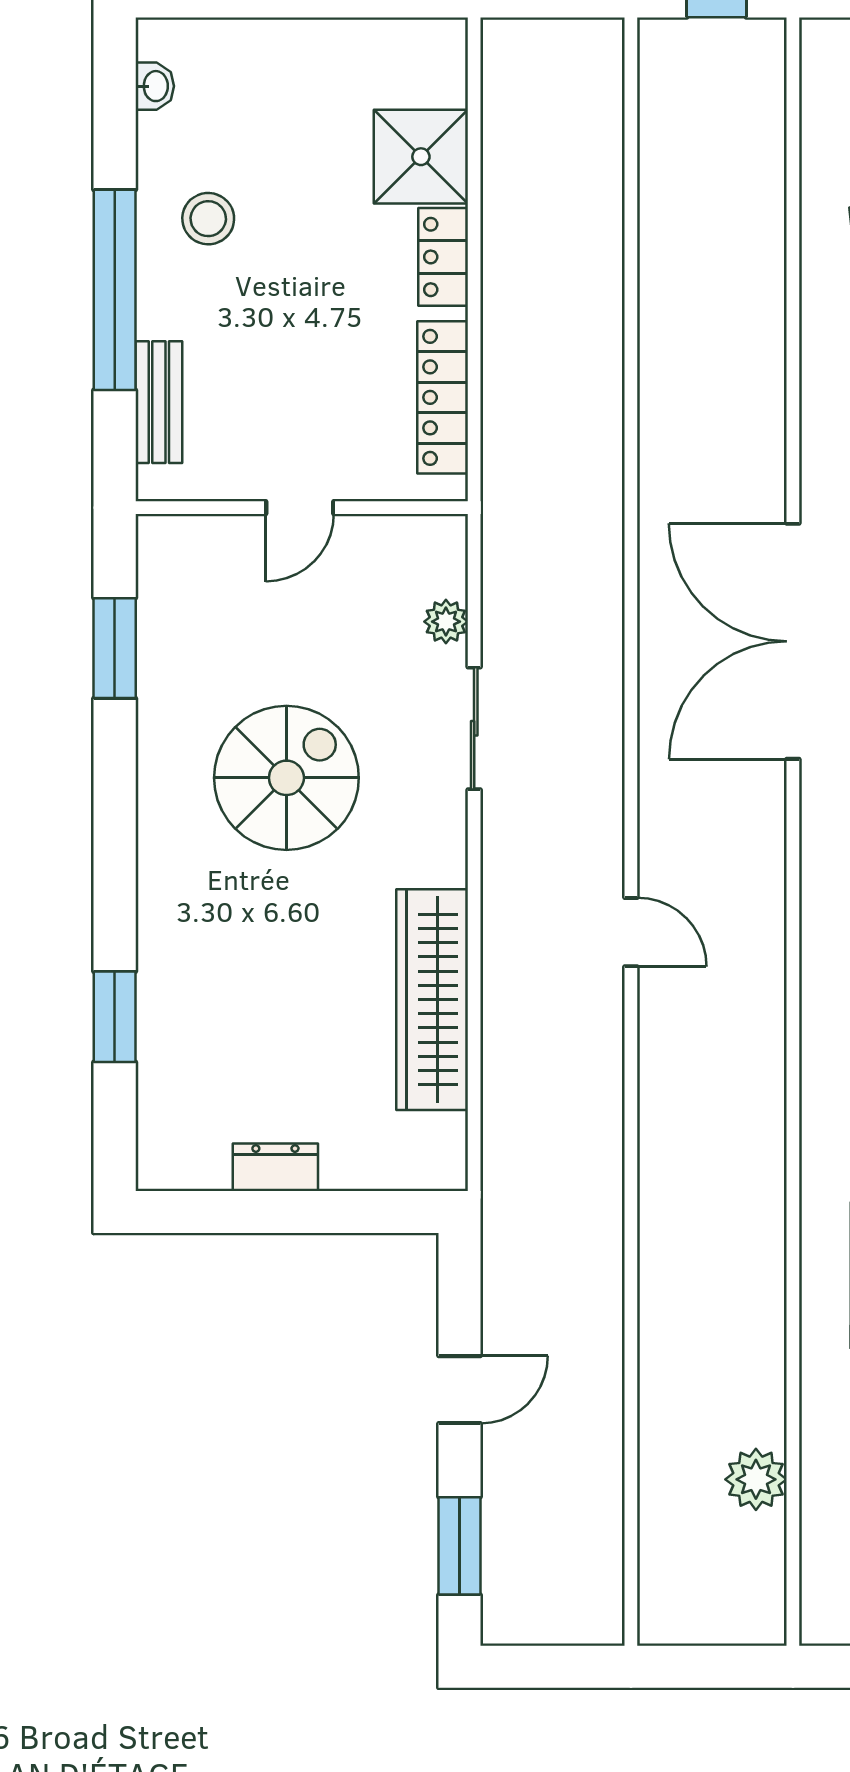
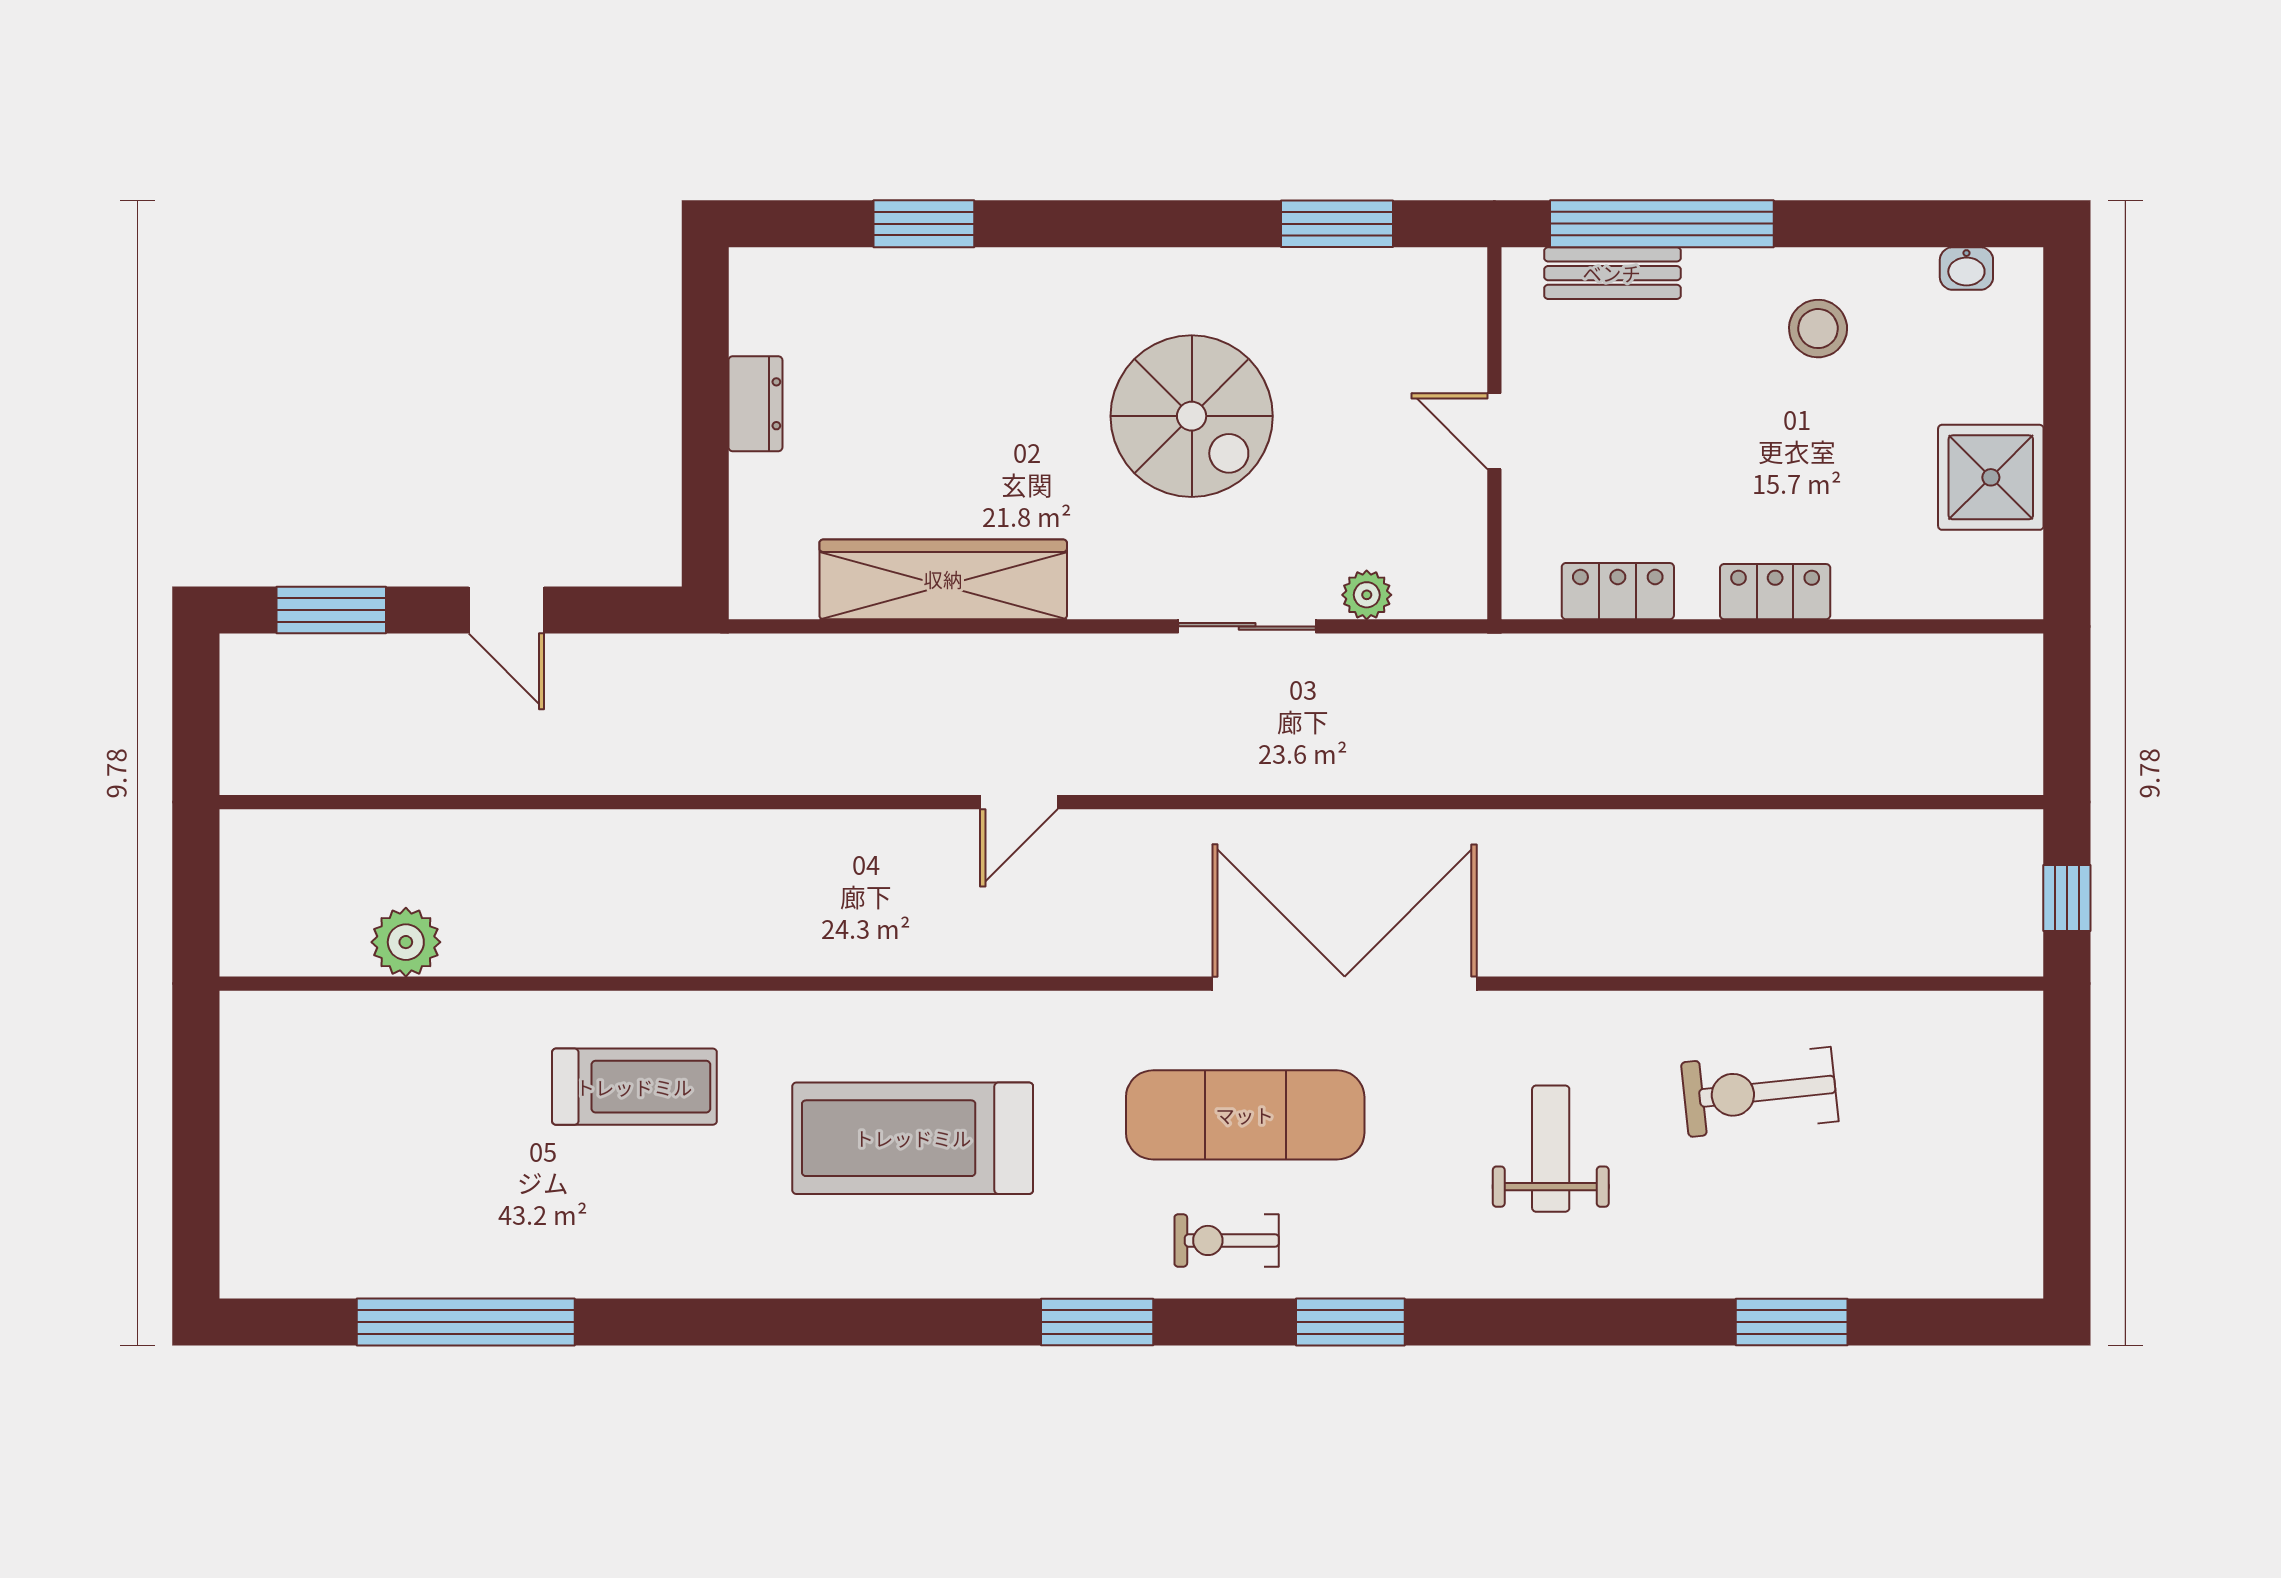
shower: (421, 157) -> (1991, 477), moved
window: (115, 290) -> (1662, 224), moved
locker: (443, 397) -> (1618, 591), width x0.66

